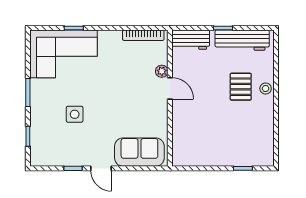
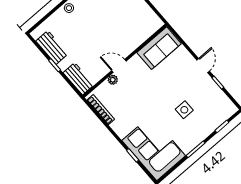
workbench: (242, 40) -> (52, 47), width x0.73
pallet: (241, 87) -> (81, 24), removed
door: (170, 88) -> (119, 66), hinge flipped
sofa: (139, 152) -> (159, 48), moved, turned -90

